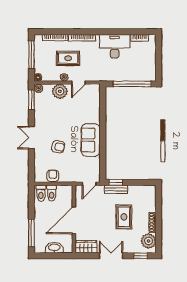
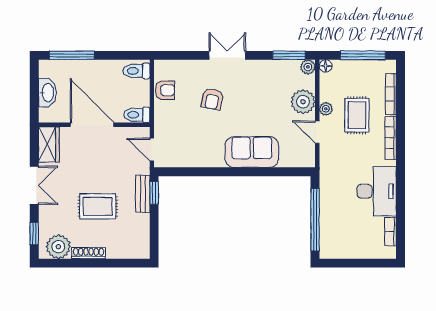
sofa: (91, 140) -> (252, 152), moved
toilet: (52, 193) -> (137, 115), moved

